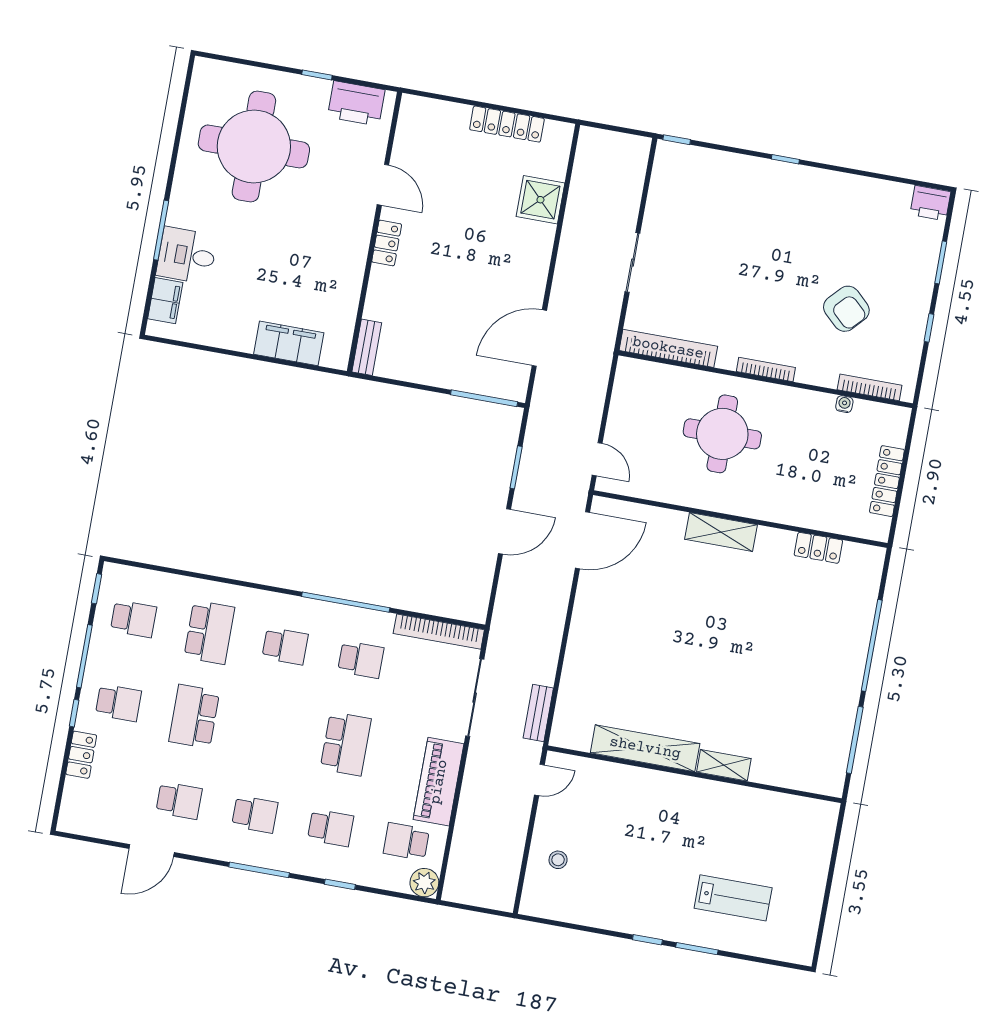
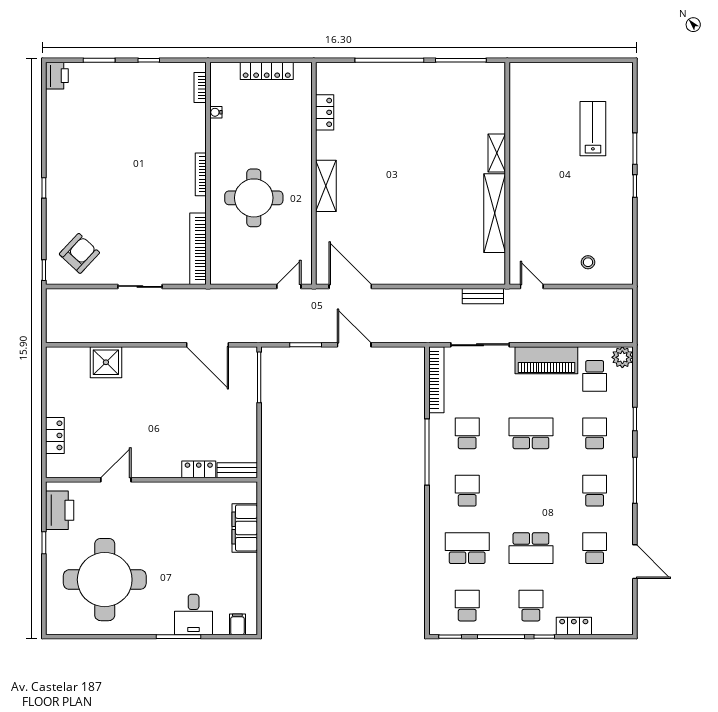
locker: (507, 124) -> (55, 435), moved, width x0.66
locker: (387, 243) -> (199, 469), moved
filing cabinet: (165, 301) -> (237, 624), width x0.50
armchair: (846, 309) -> (79, 253), moved
bookcase: (870, 387) -> (200, 88), width x0.64

